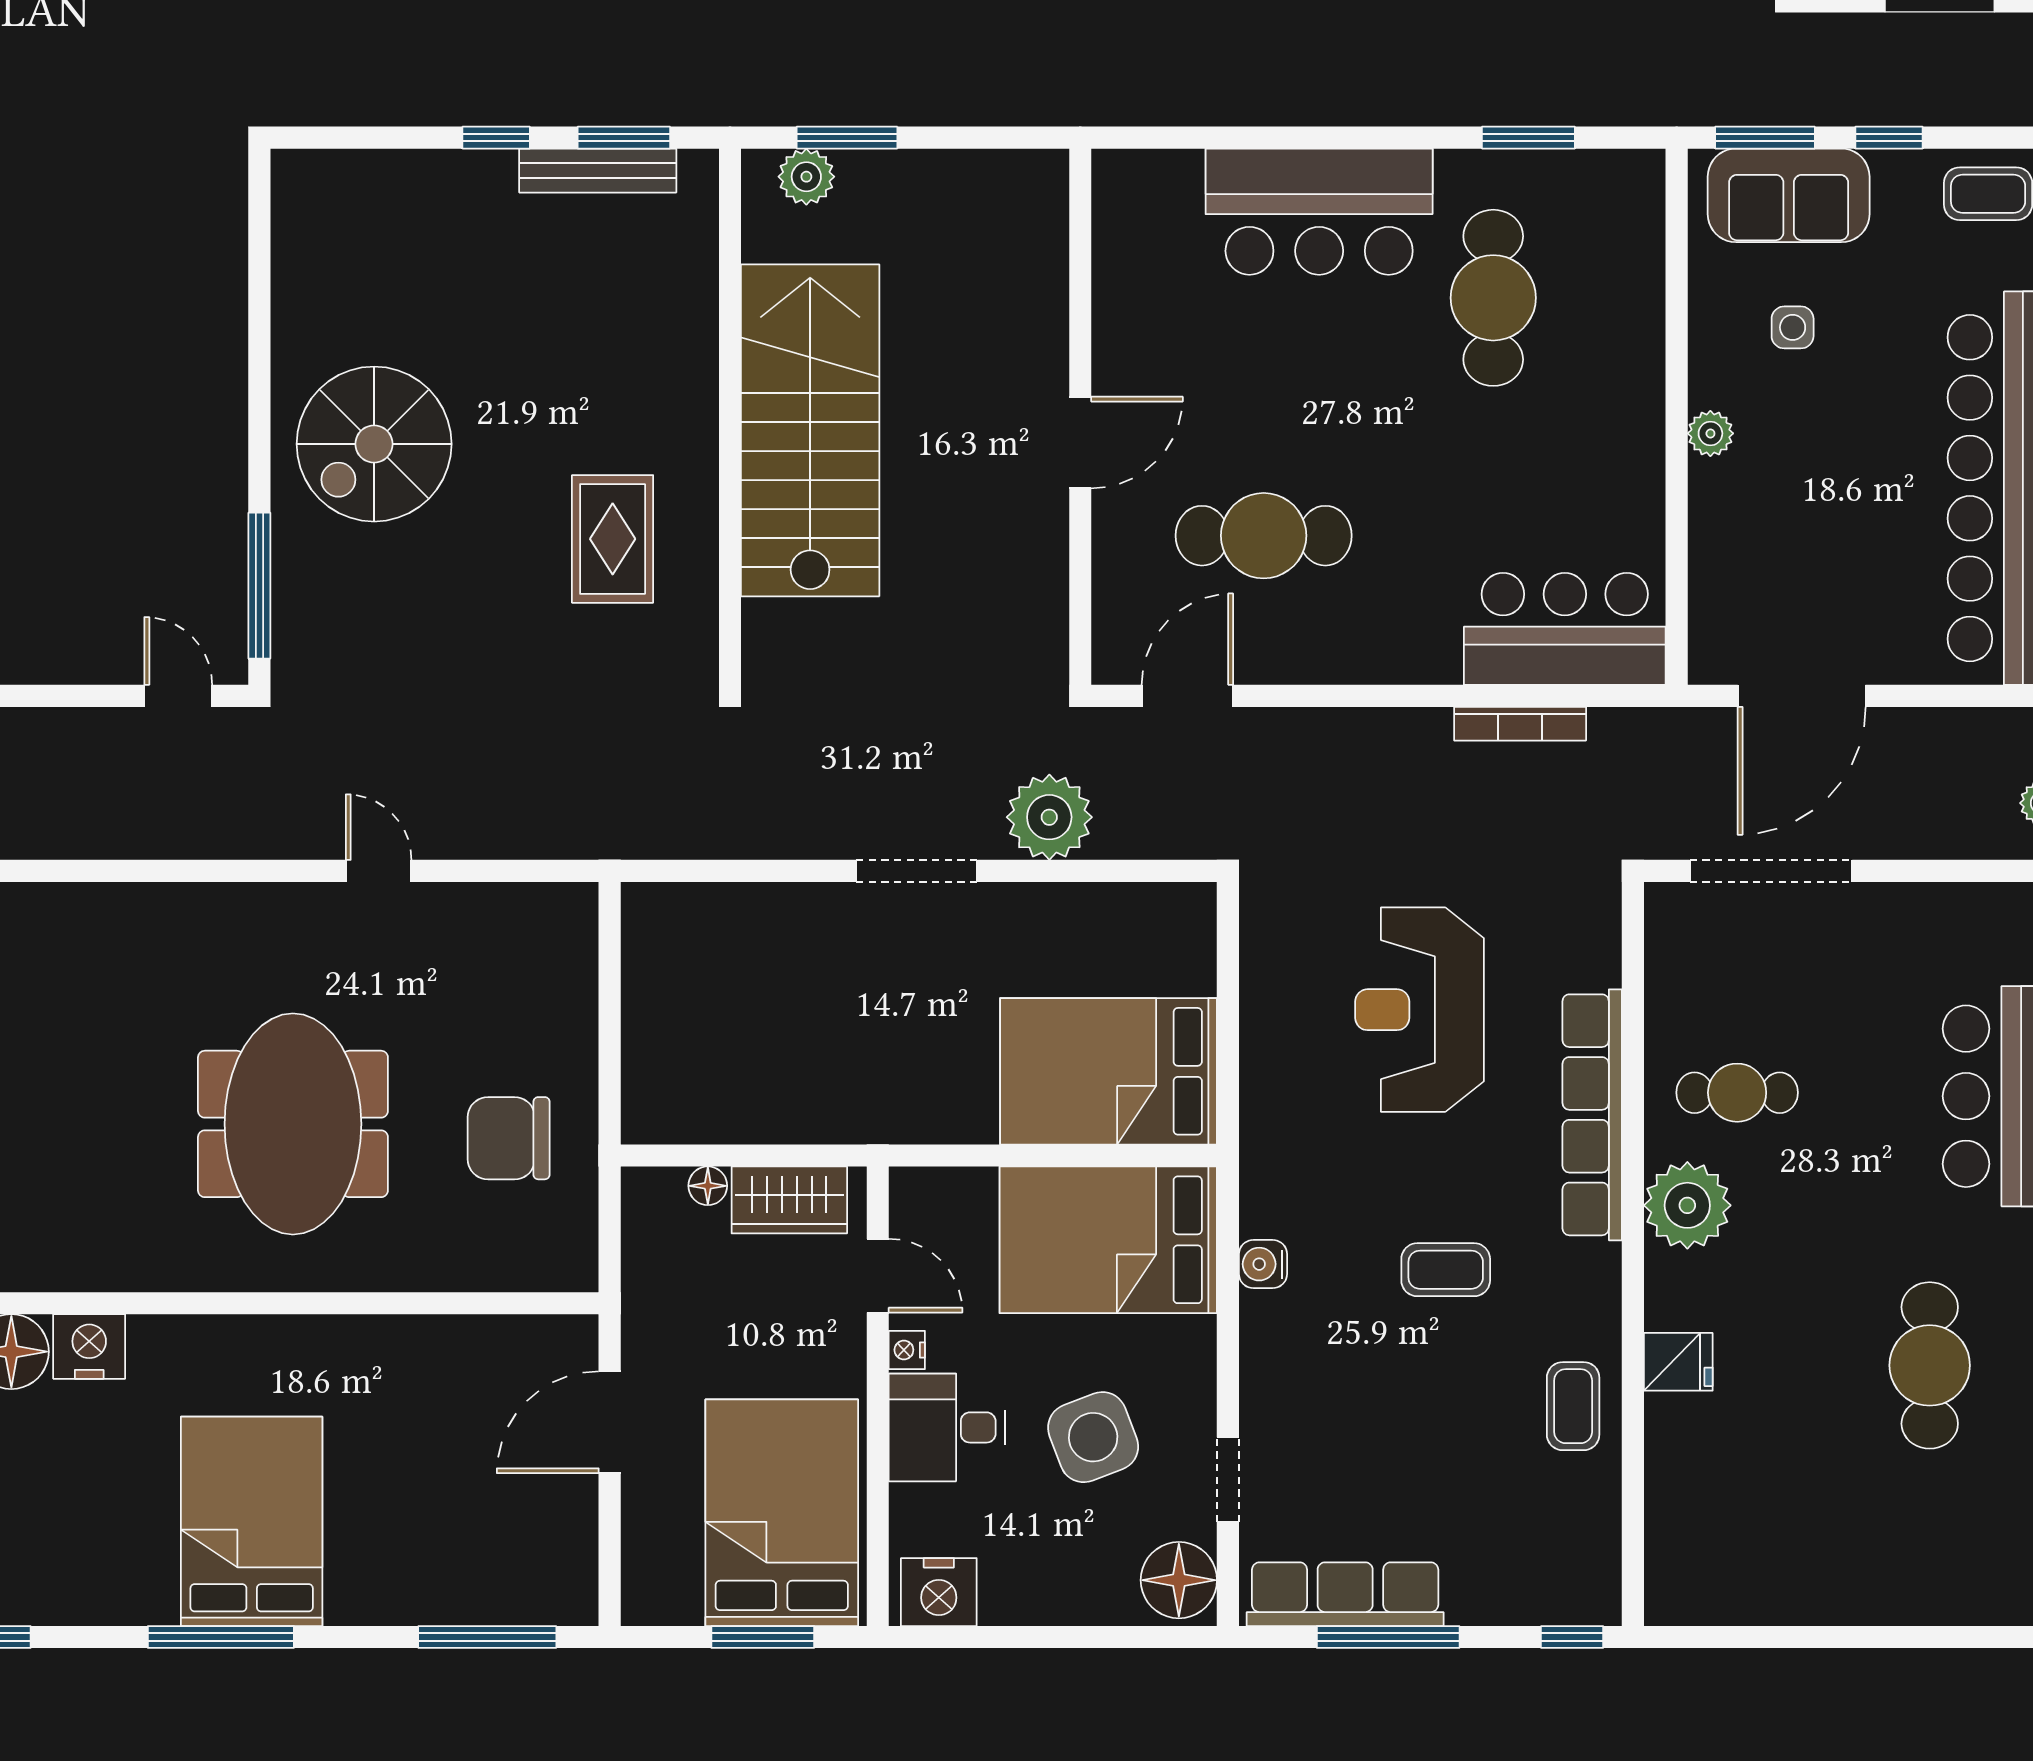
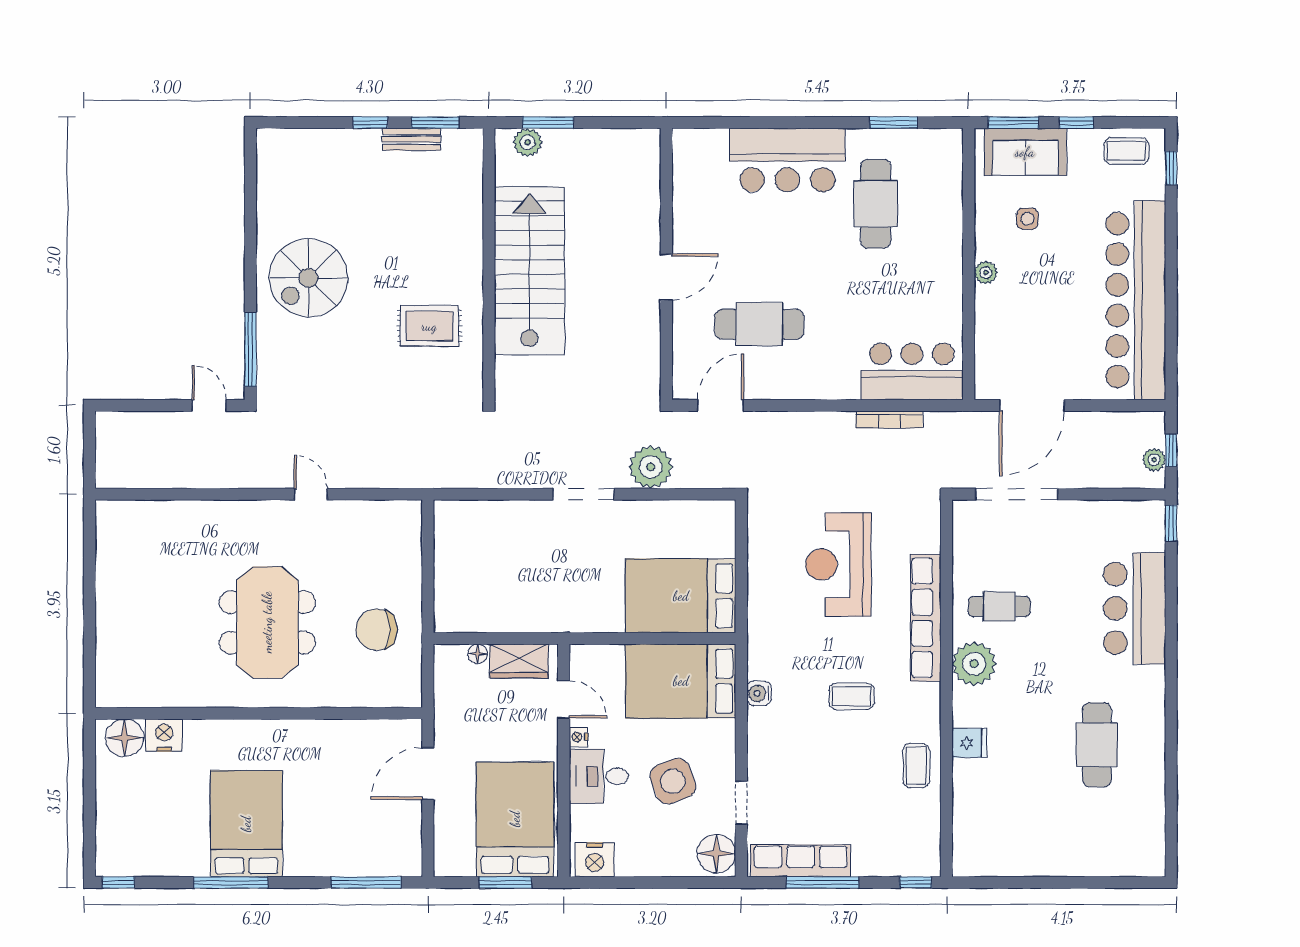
bench: (598, 171) -> (411, 139), width x0.73
rug: (613, 539) -> (429, 326), turned 90

